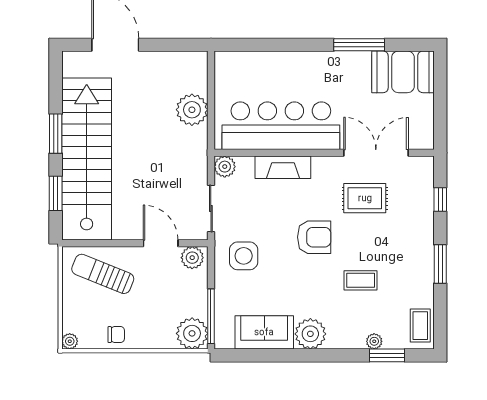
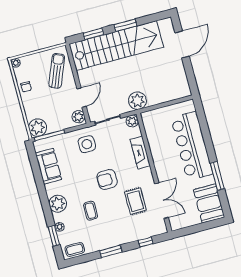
plant: (192, 110) -> (137, 101), moved
bar counter: (281, 126) -> (192, 146), moved, turned 180
armchair: (314, 237) -> (107, 179), turned 90
plant: (310, 334) -> (58, 204), moved

